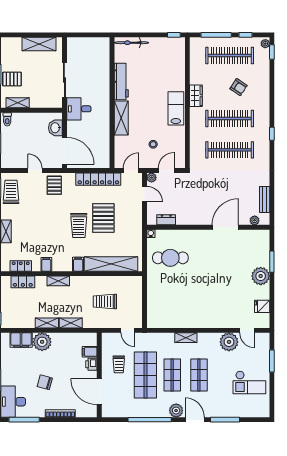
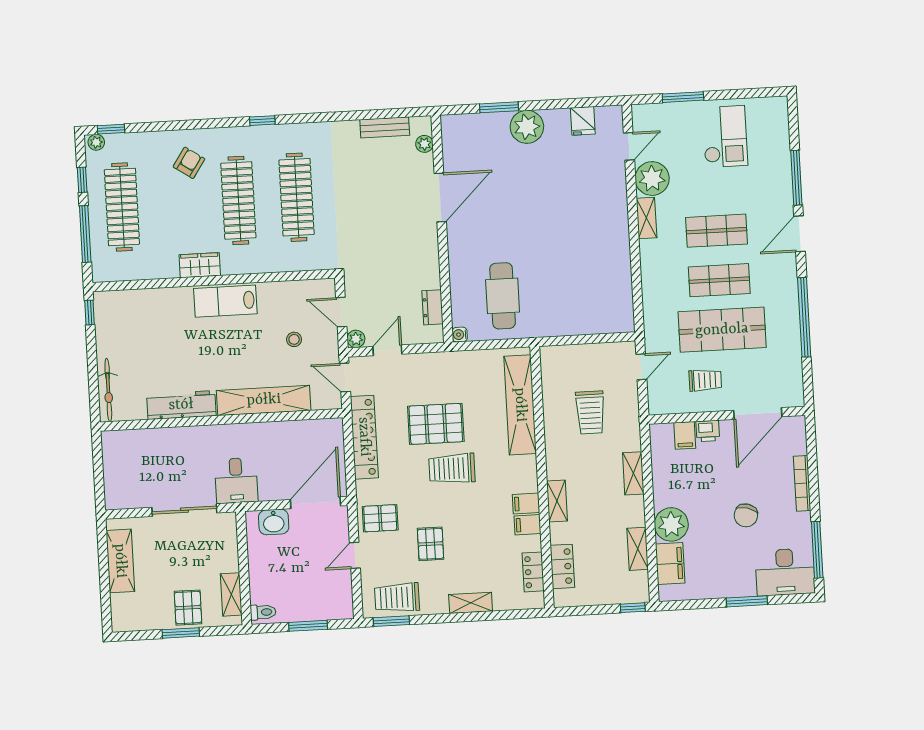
armchair: (239, 87) -> (189, 163), moved
shelving: (121, 118) -> (264, 400), width x1.47
pallet: (39, 212) -> (431, 544), added
trolley: (79, 225) -> (452, 469), turned 180
door: (225, 227) -> (440, 197), swing flipped
filing cabinet: (78, 264) -> (526, 504), moved
shelving: (47, 323) -> (638, 549), moved
shelving: (186, 338) -> (646, 218), moved
plant: (176, 411) -> (785, 269), removed

